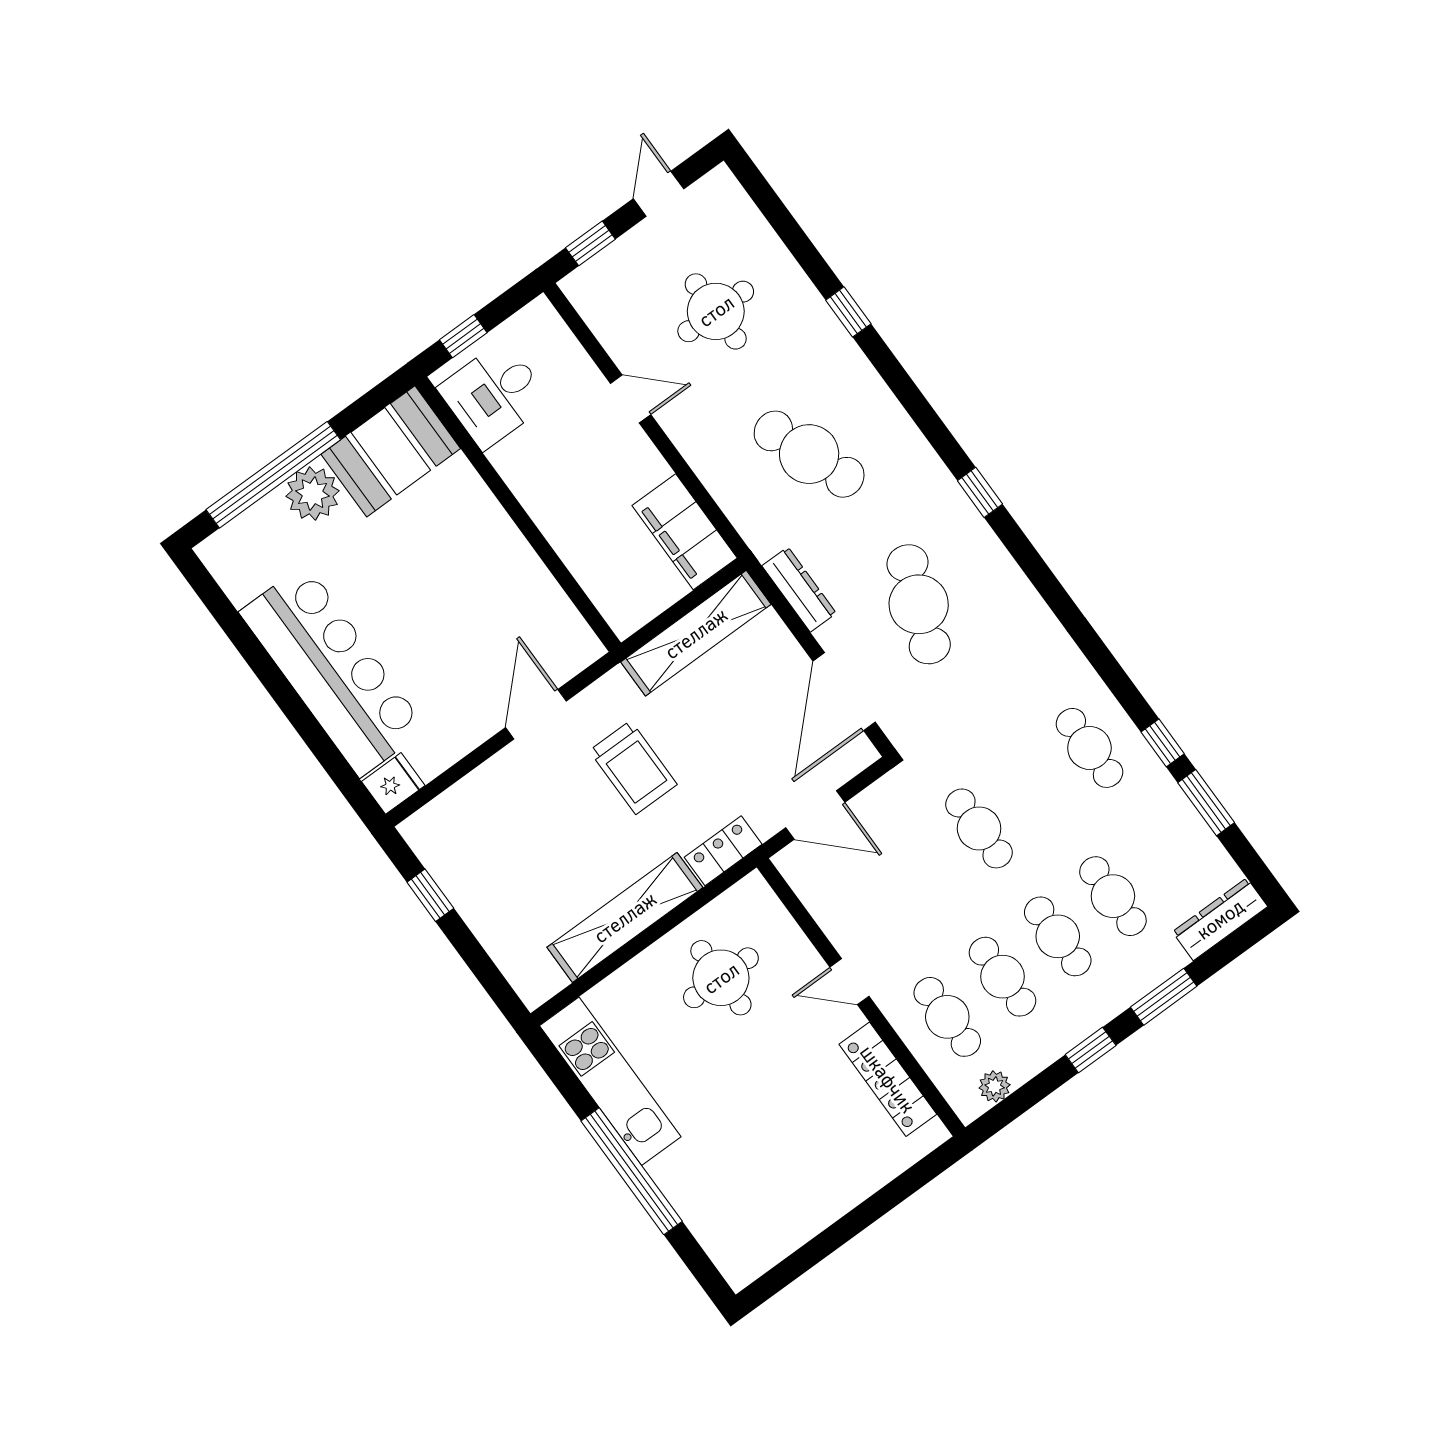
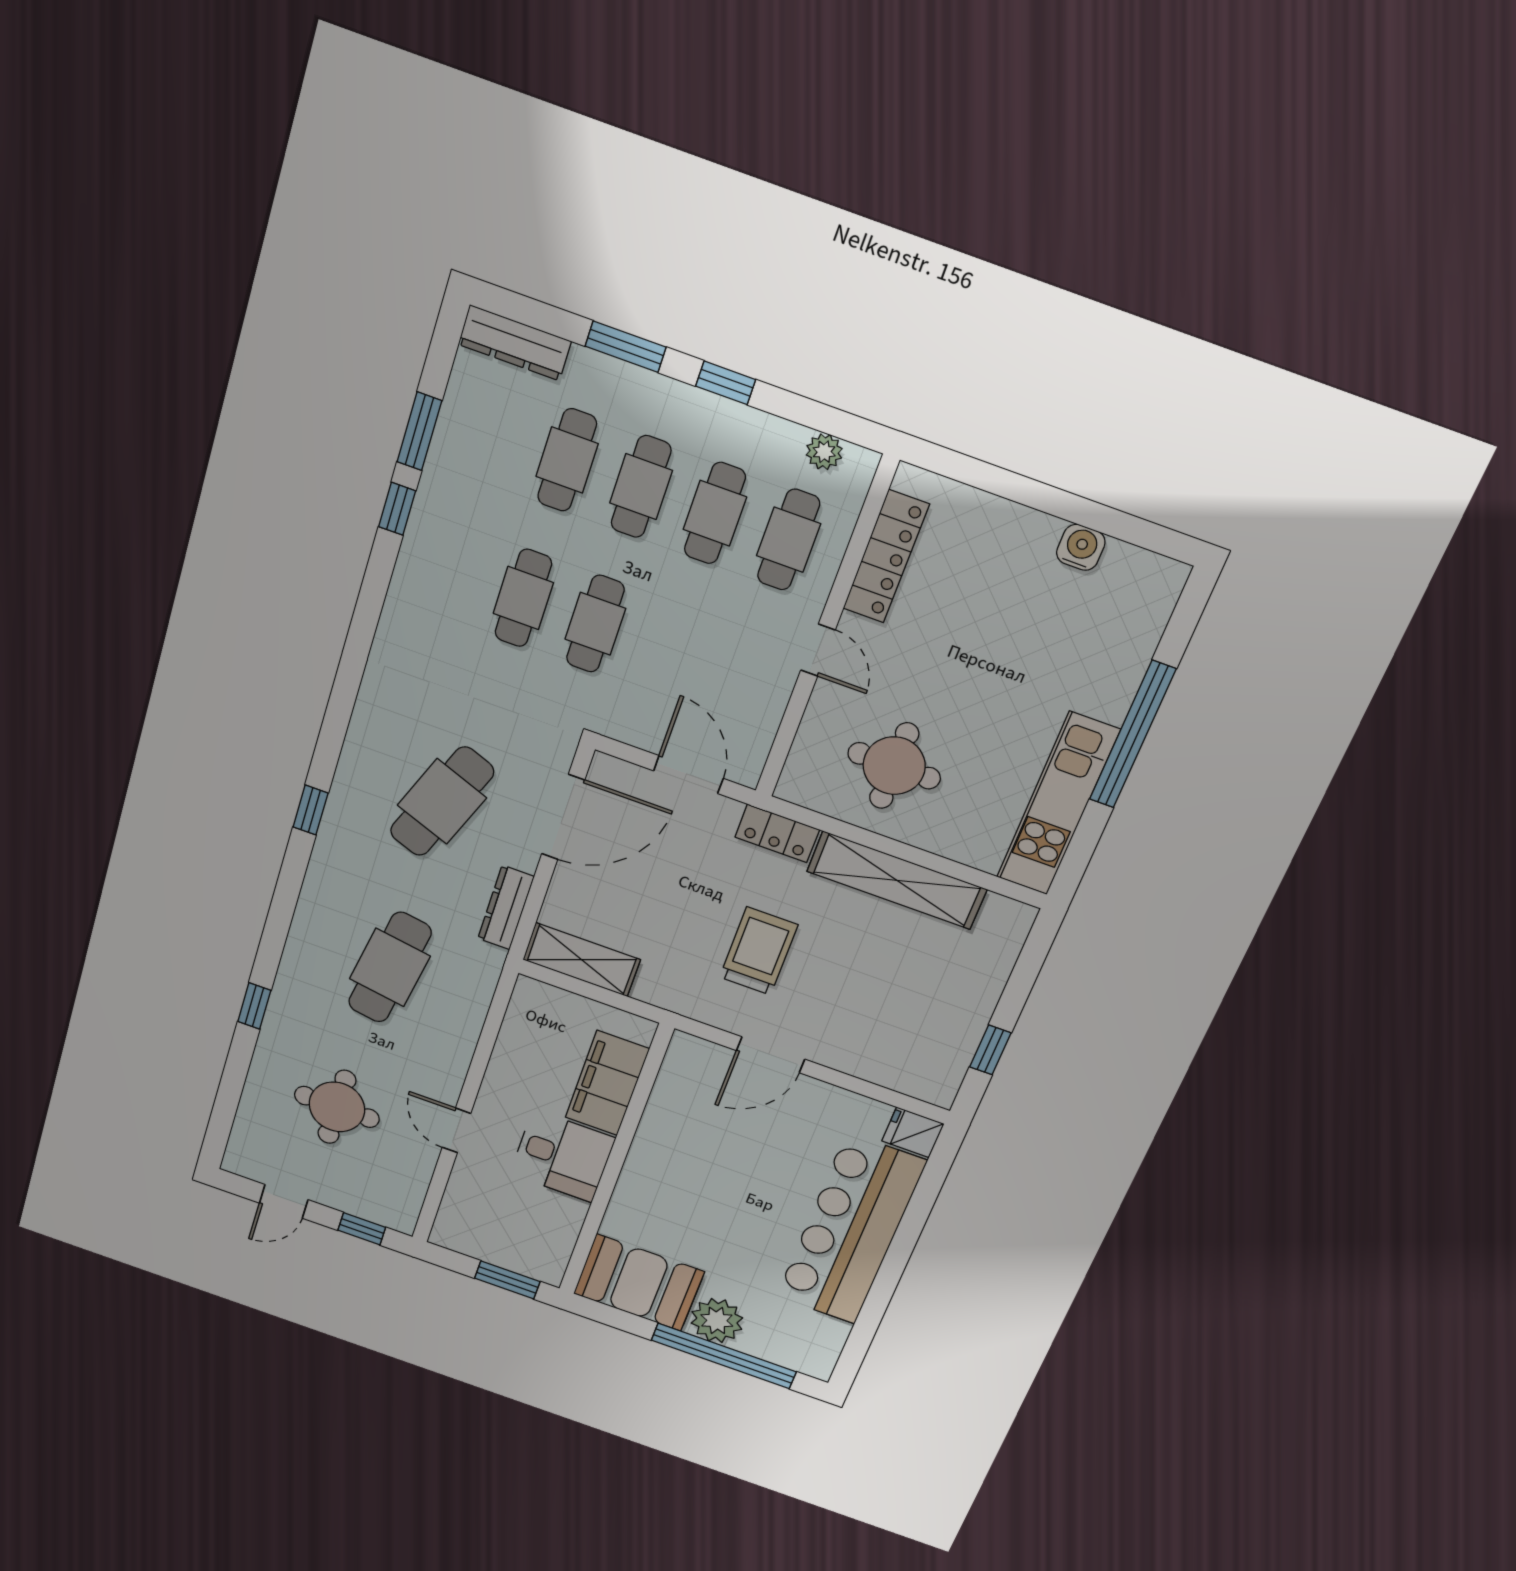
window: (463, 336) -> (507, 1280), width x1.50
desk: (494, 395) -> (563, 1156), moved
cafe table: (809, 454) -> (390, 967), turned 30
filing cabinet: (685, 532) -> (607, 1083), moved, turned 180
shelving: (696, 633) -> (582, 960), width x0.68
cafe table: (1089, 748) -> (523, 598), moved
water cooler: (803, 1223) -> (1081, 547), added

